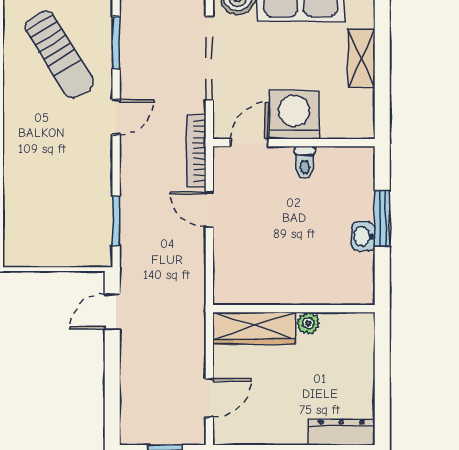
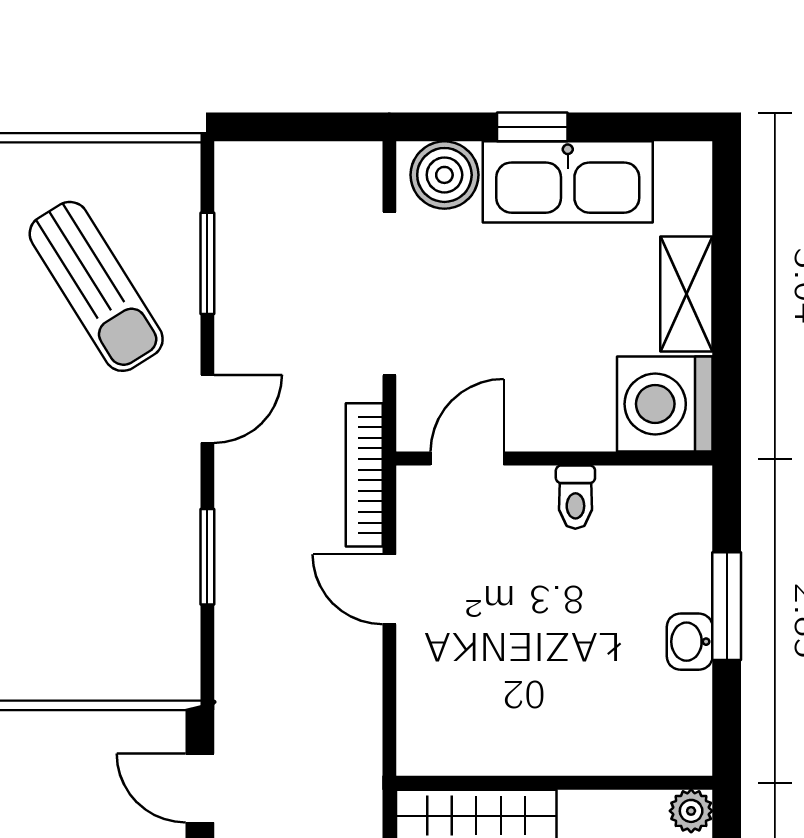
washing machine: (294, 115) -> (665, 404), moved, turned -90
window: (116, 221) -> (207, 557), moved
door: (112, 312) -> (200, 788), hinge flipped
plant: (308, 323) -> (691, 811), moved

